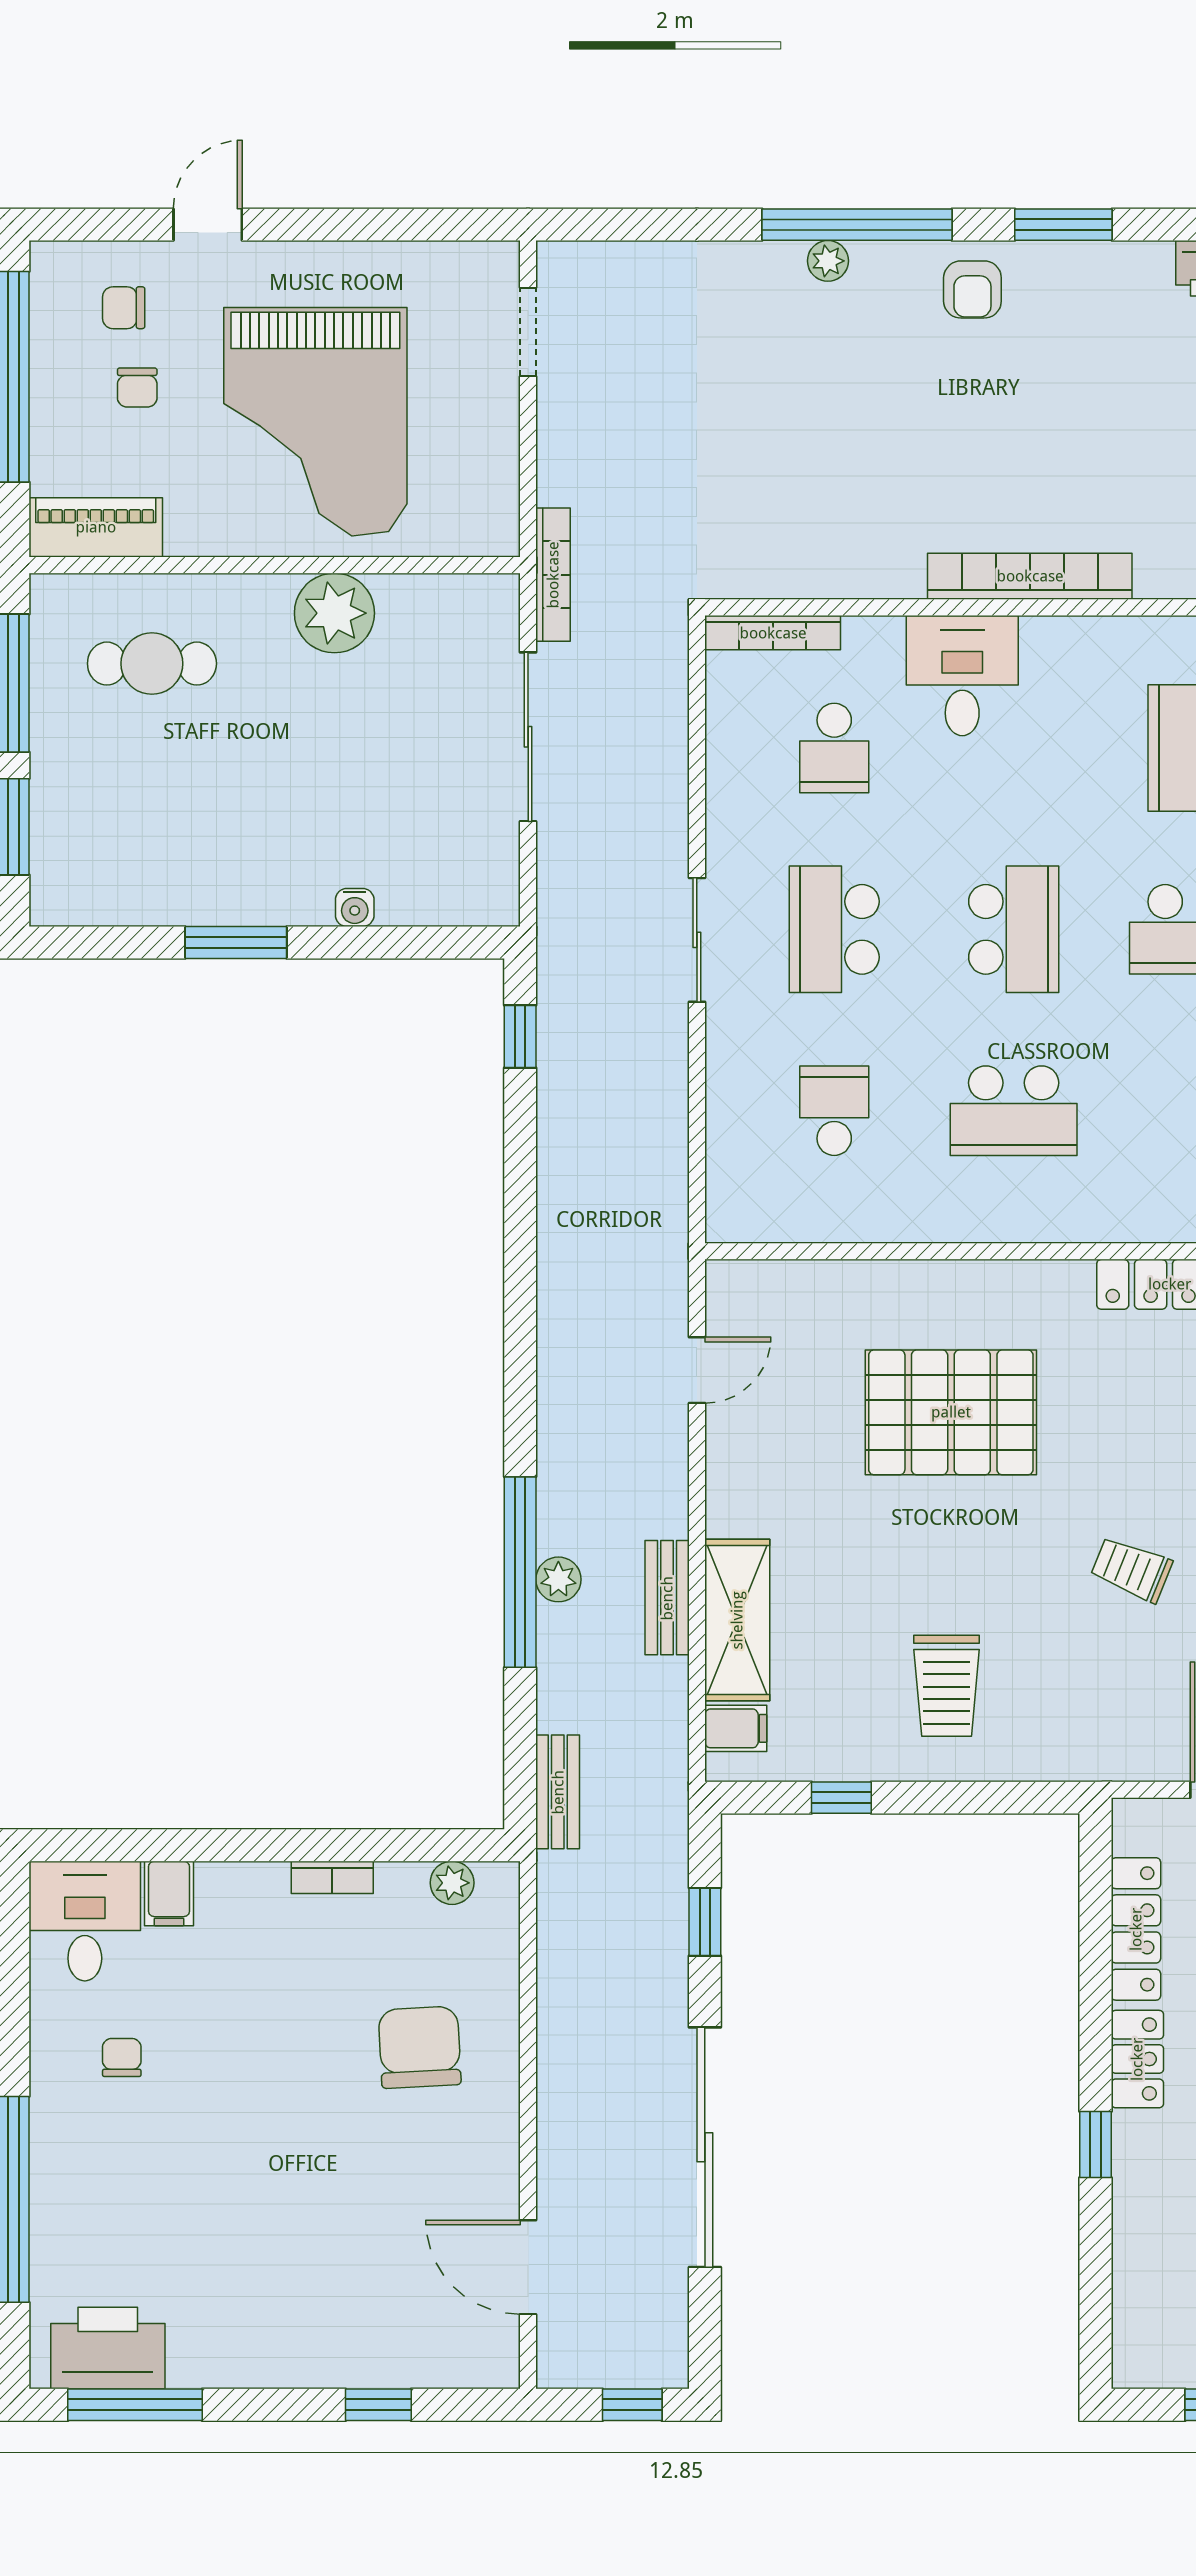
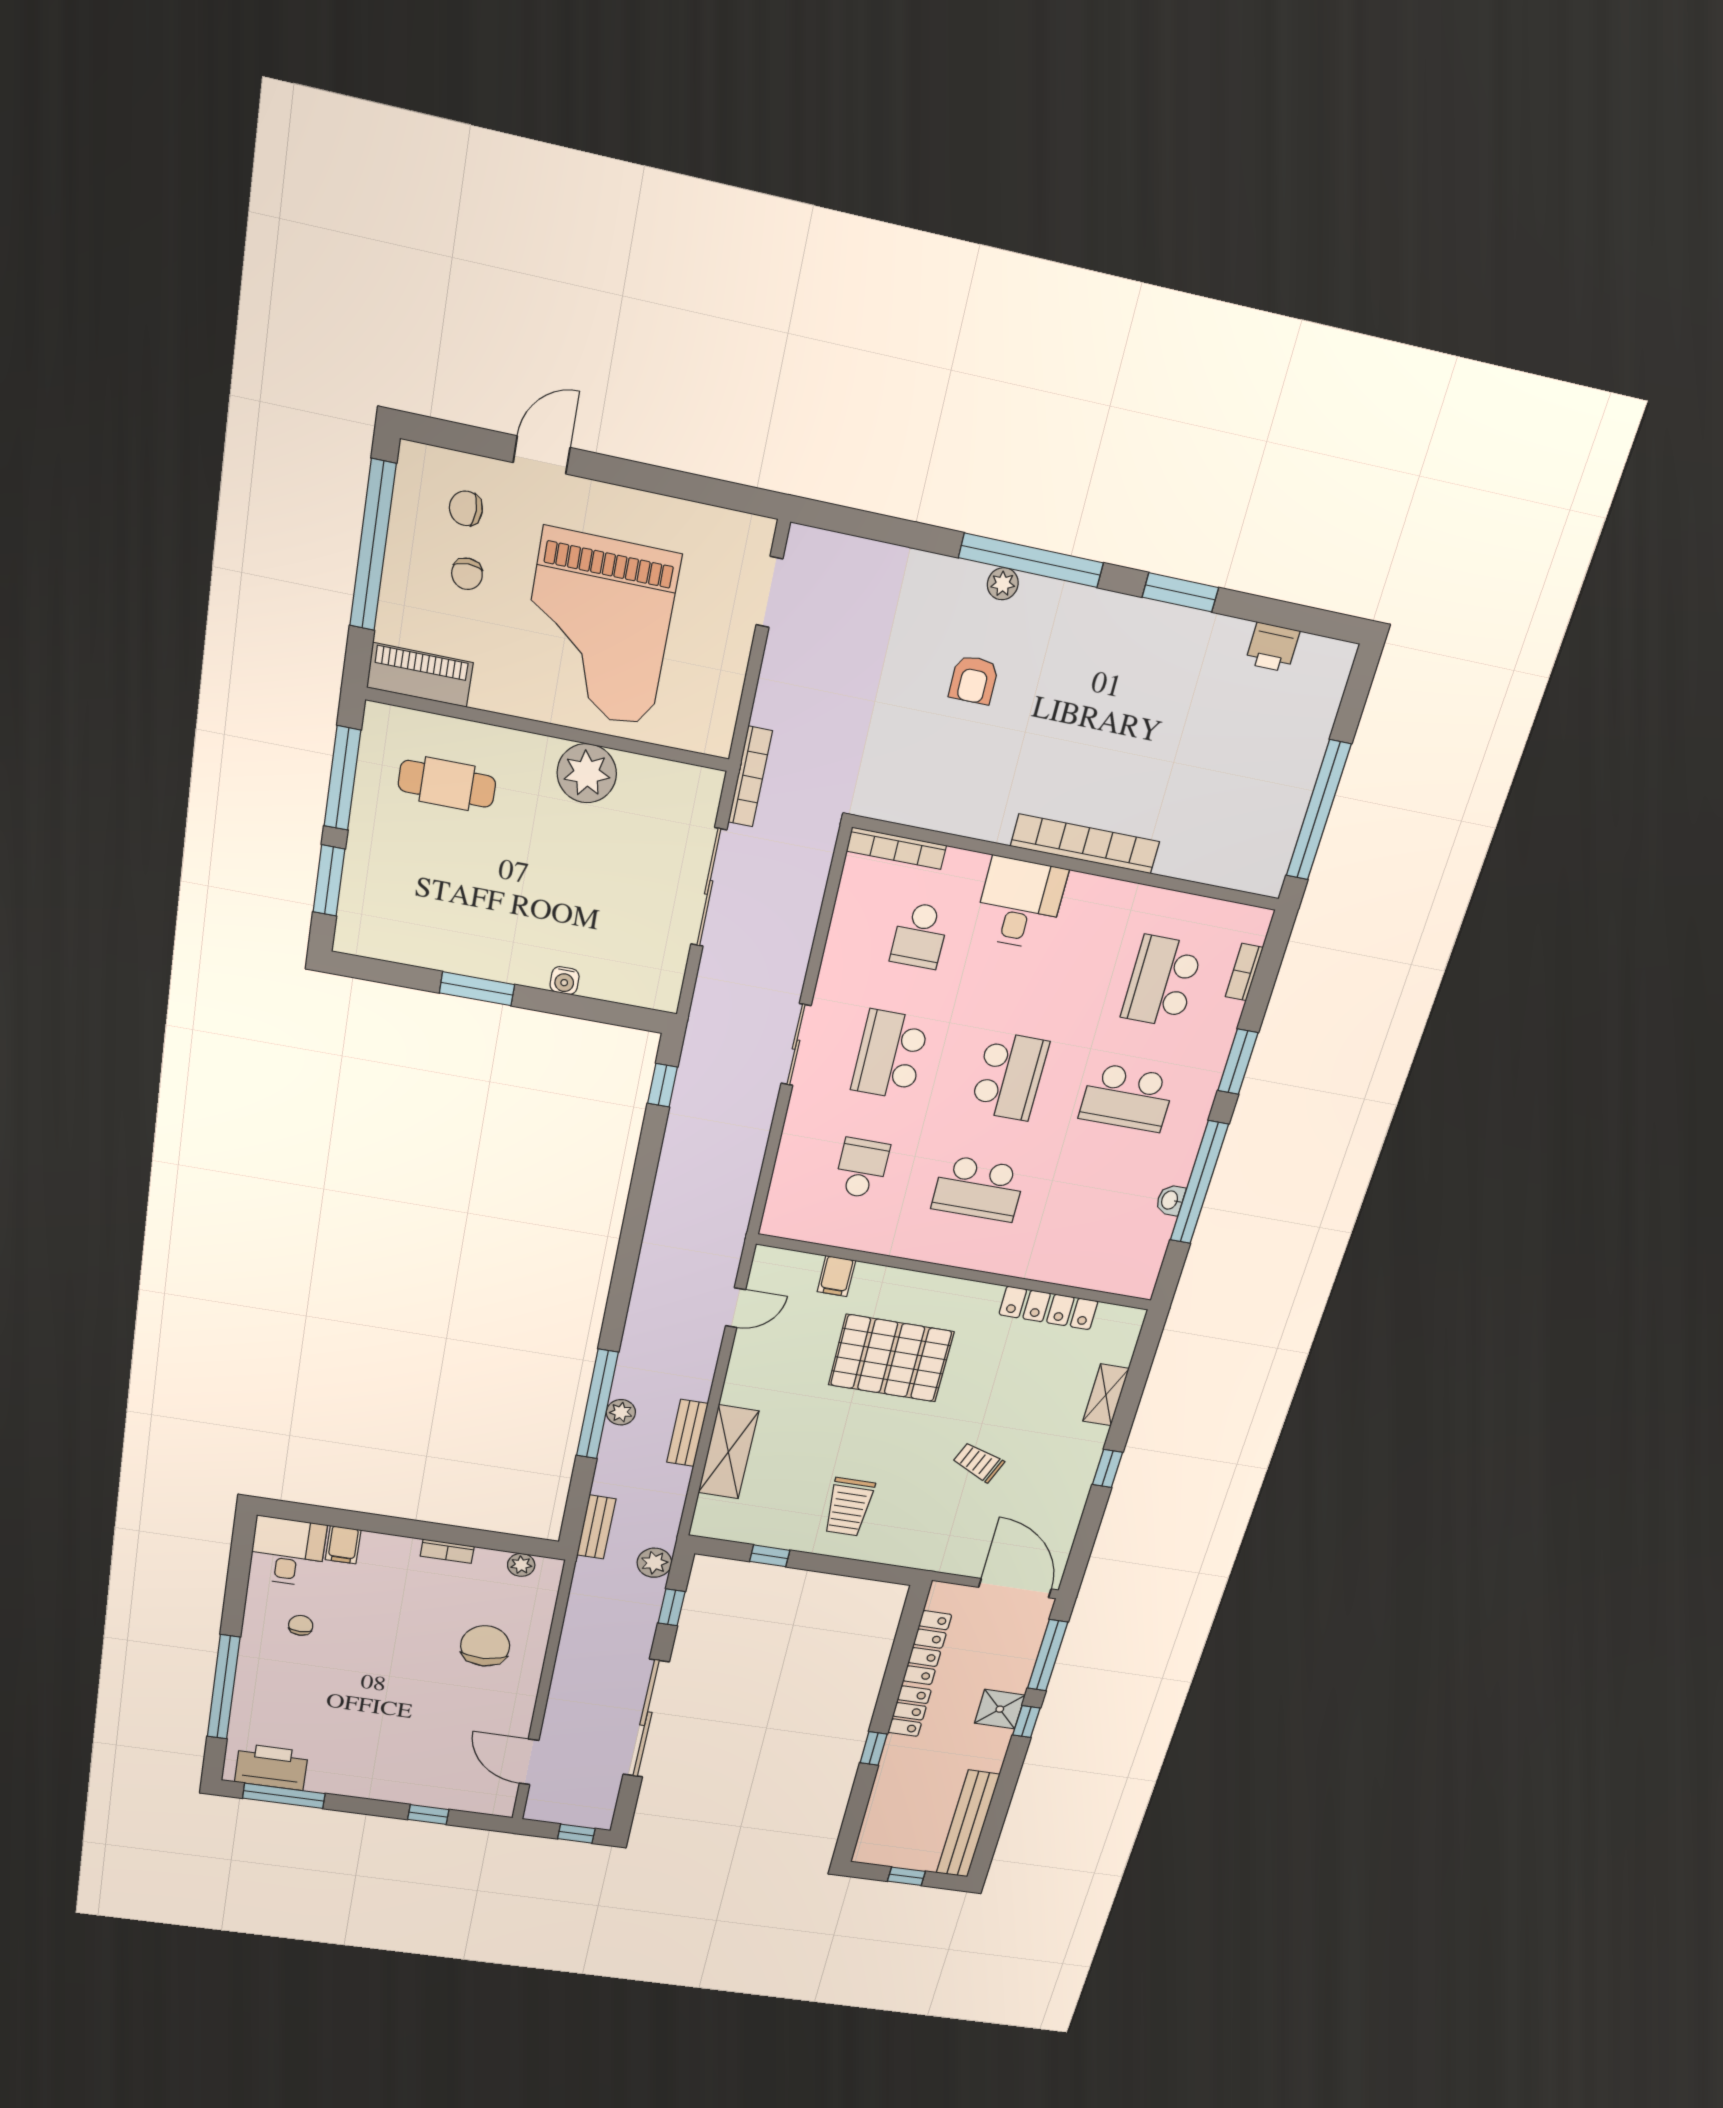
armchair: (972, 289) -> (974, 680), moved
filing cabinet: (736, 1728) -> (836, 1276), moved, turned 90
plant: (661, 1842) -> (654, 1563), added

